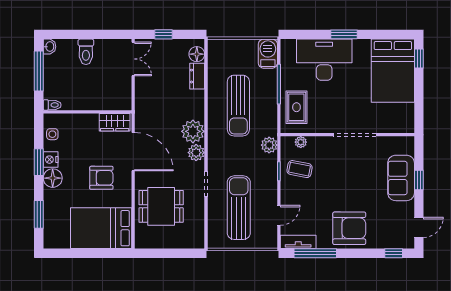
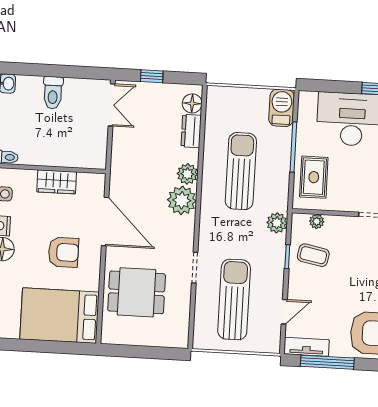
sun lounger: (238, 106) -> (241, 171), turned 180
wardrobe: (115, 122) -> (57, 182), moved
plant: (196, 153) -> (187, 174), moved

